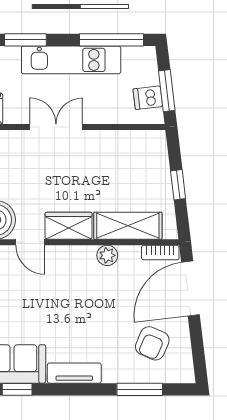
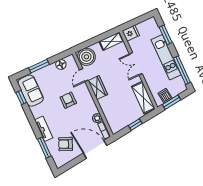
double door: (56, 127) -> (136, 64), swing flipped
shelving: (128, 226) -> (143, 98), moved
plant: (107, 255) -> (97, 118), moved
armchair: (66, 297) -> (68, 100), added
tv unit: (74, 373) -> (44, 129), moved

